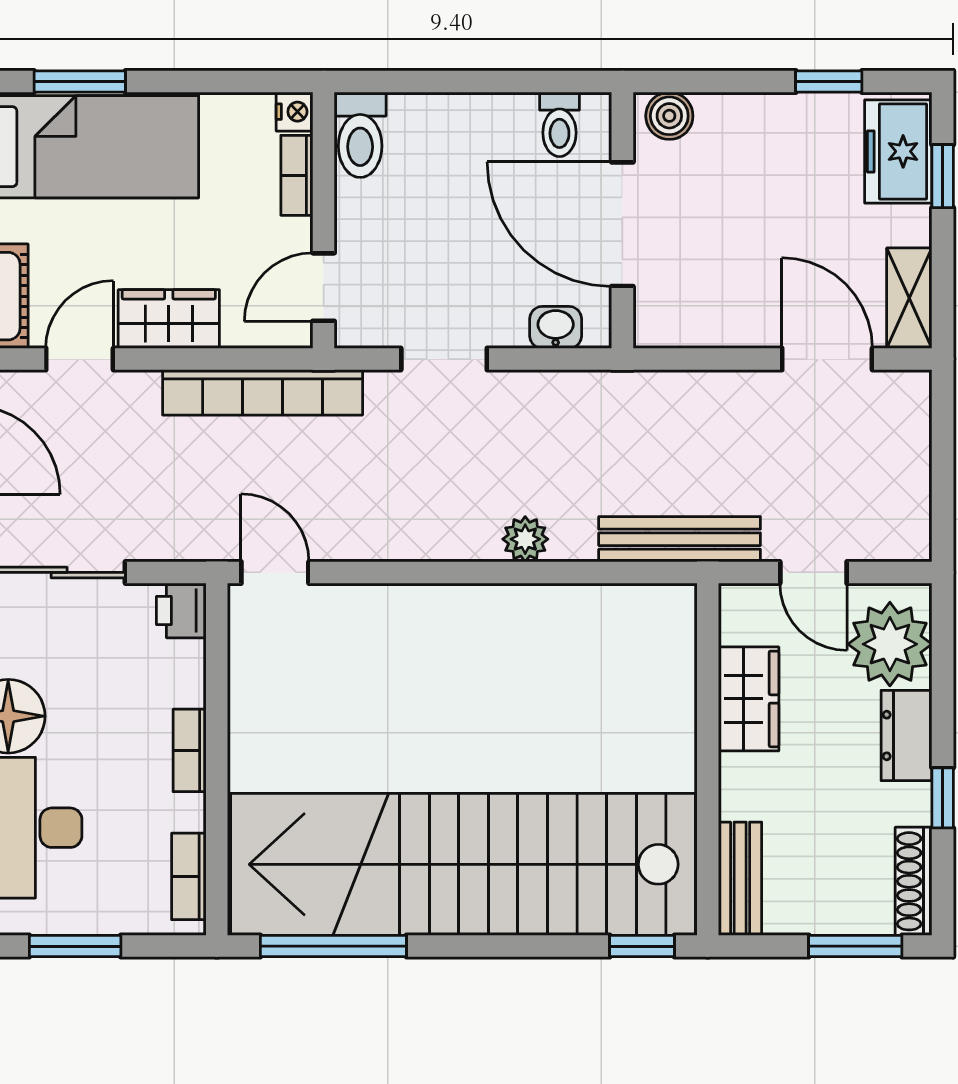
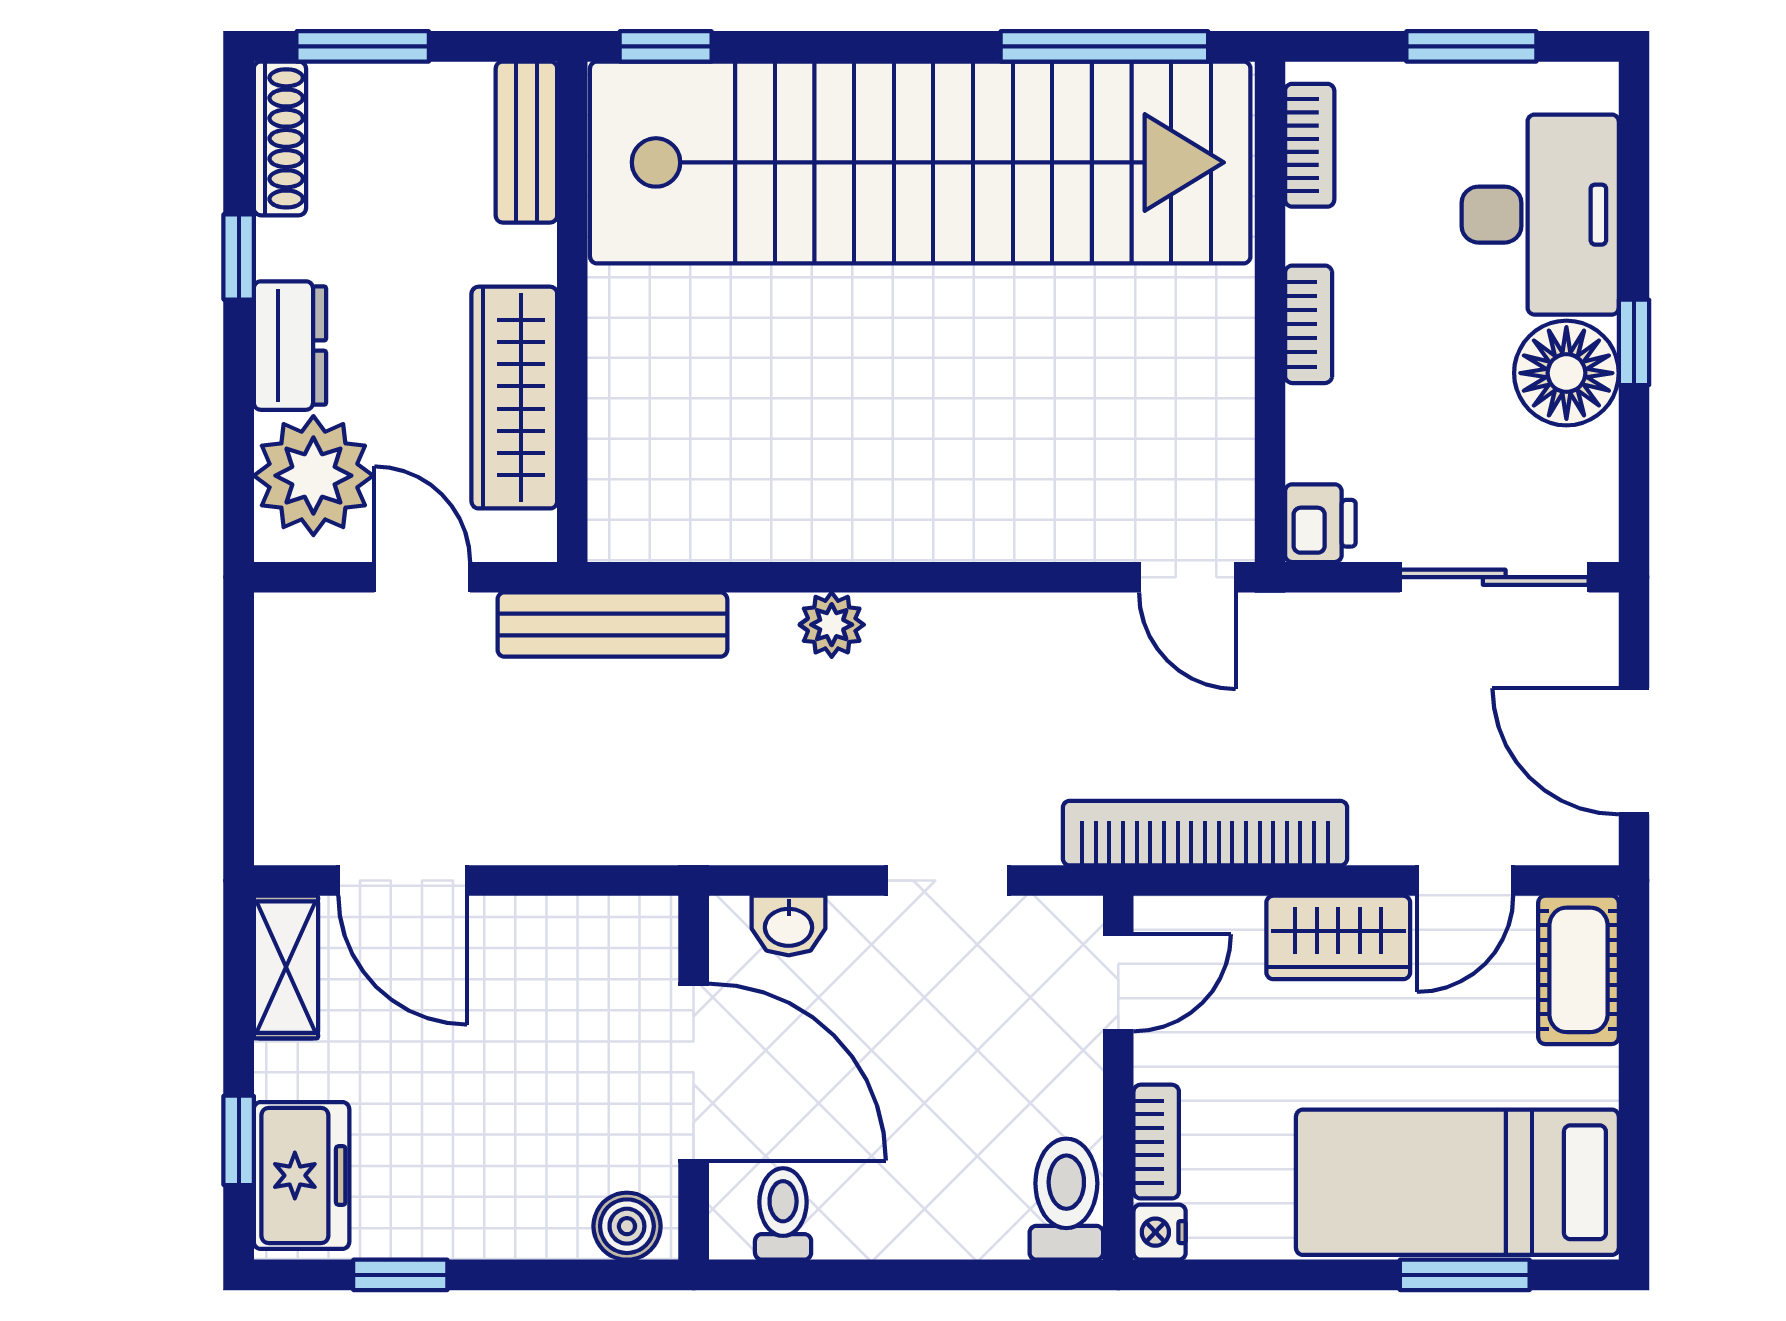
wardrobe: (749, 699) -> (514, 398), width x1.50

